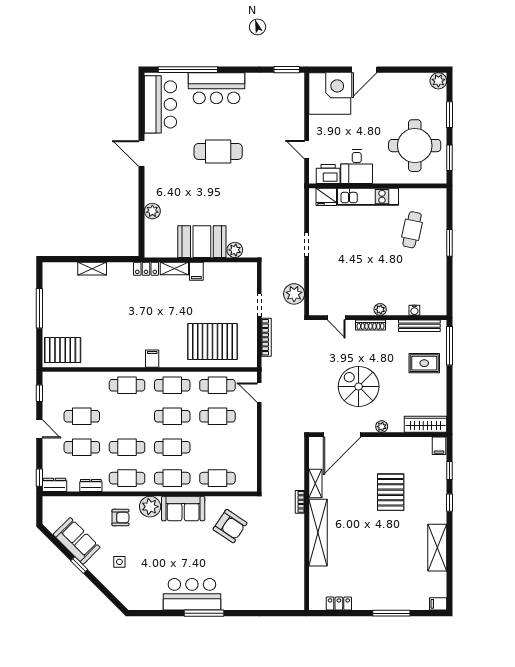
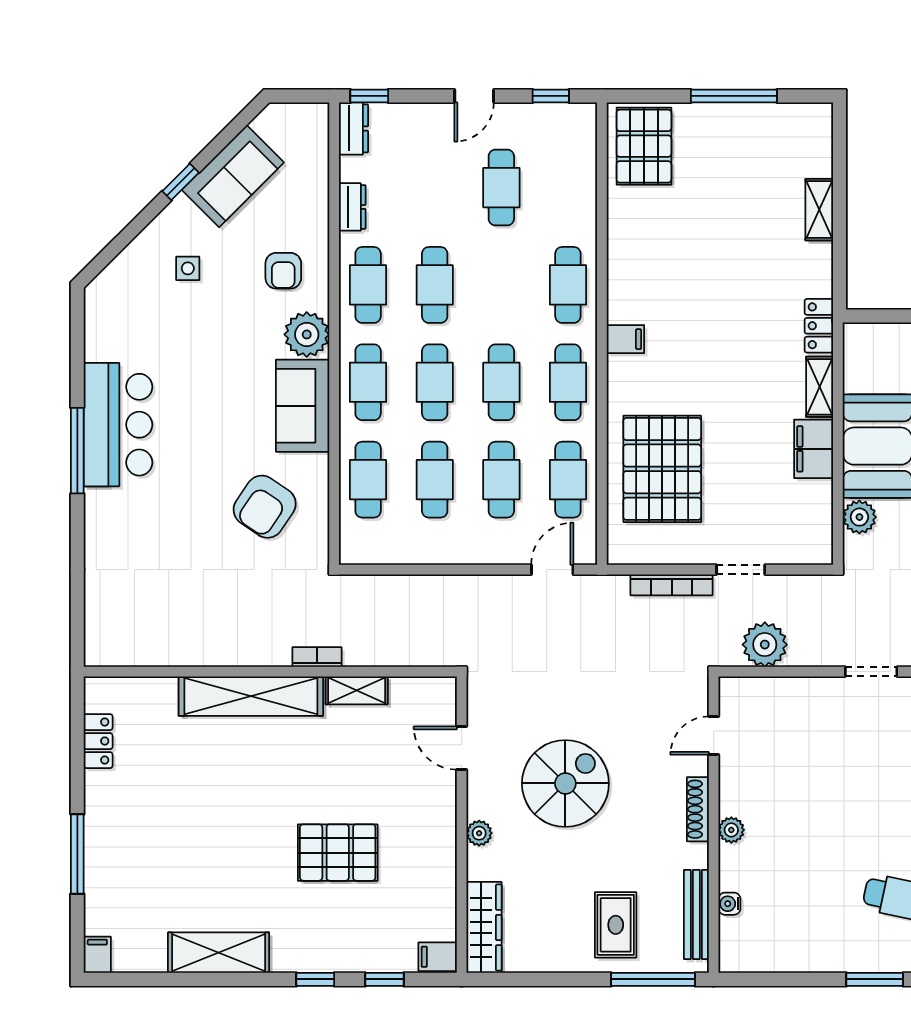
filing cabinet: (196, 271) -> (814, 449), width x2.00
door: (342, 435) -> (462, 748), width x0.53
cafe table: (82, 447) -> (435, 480), moved

